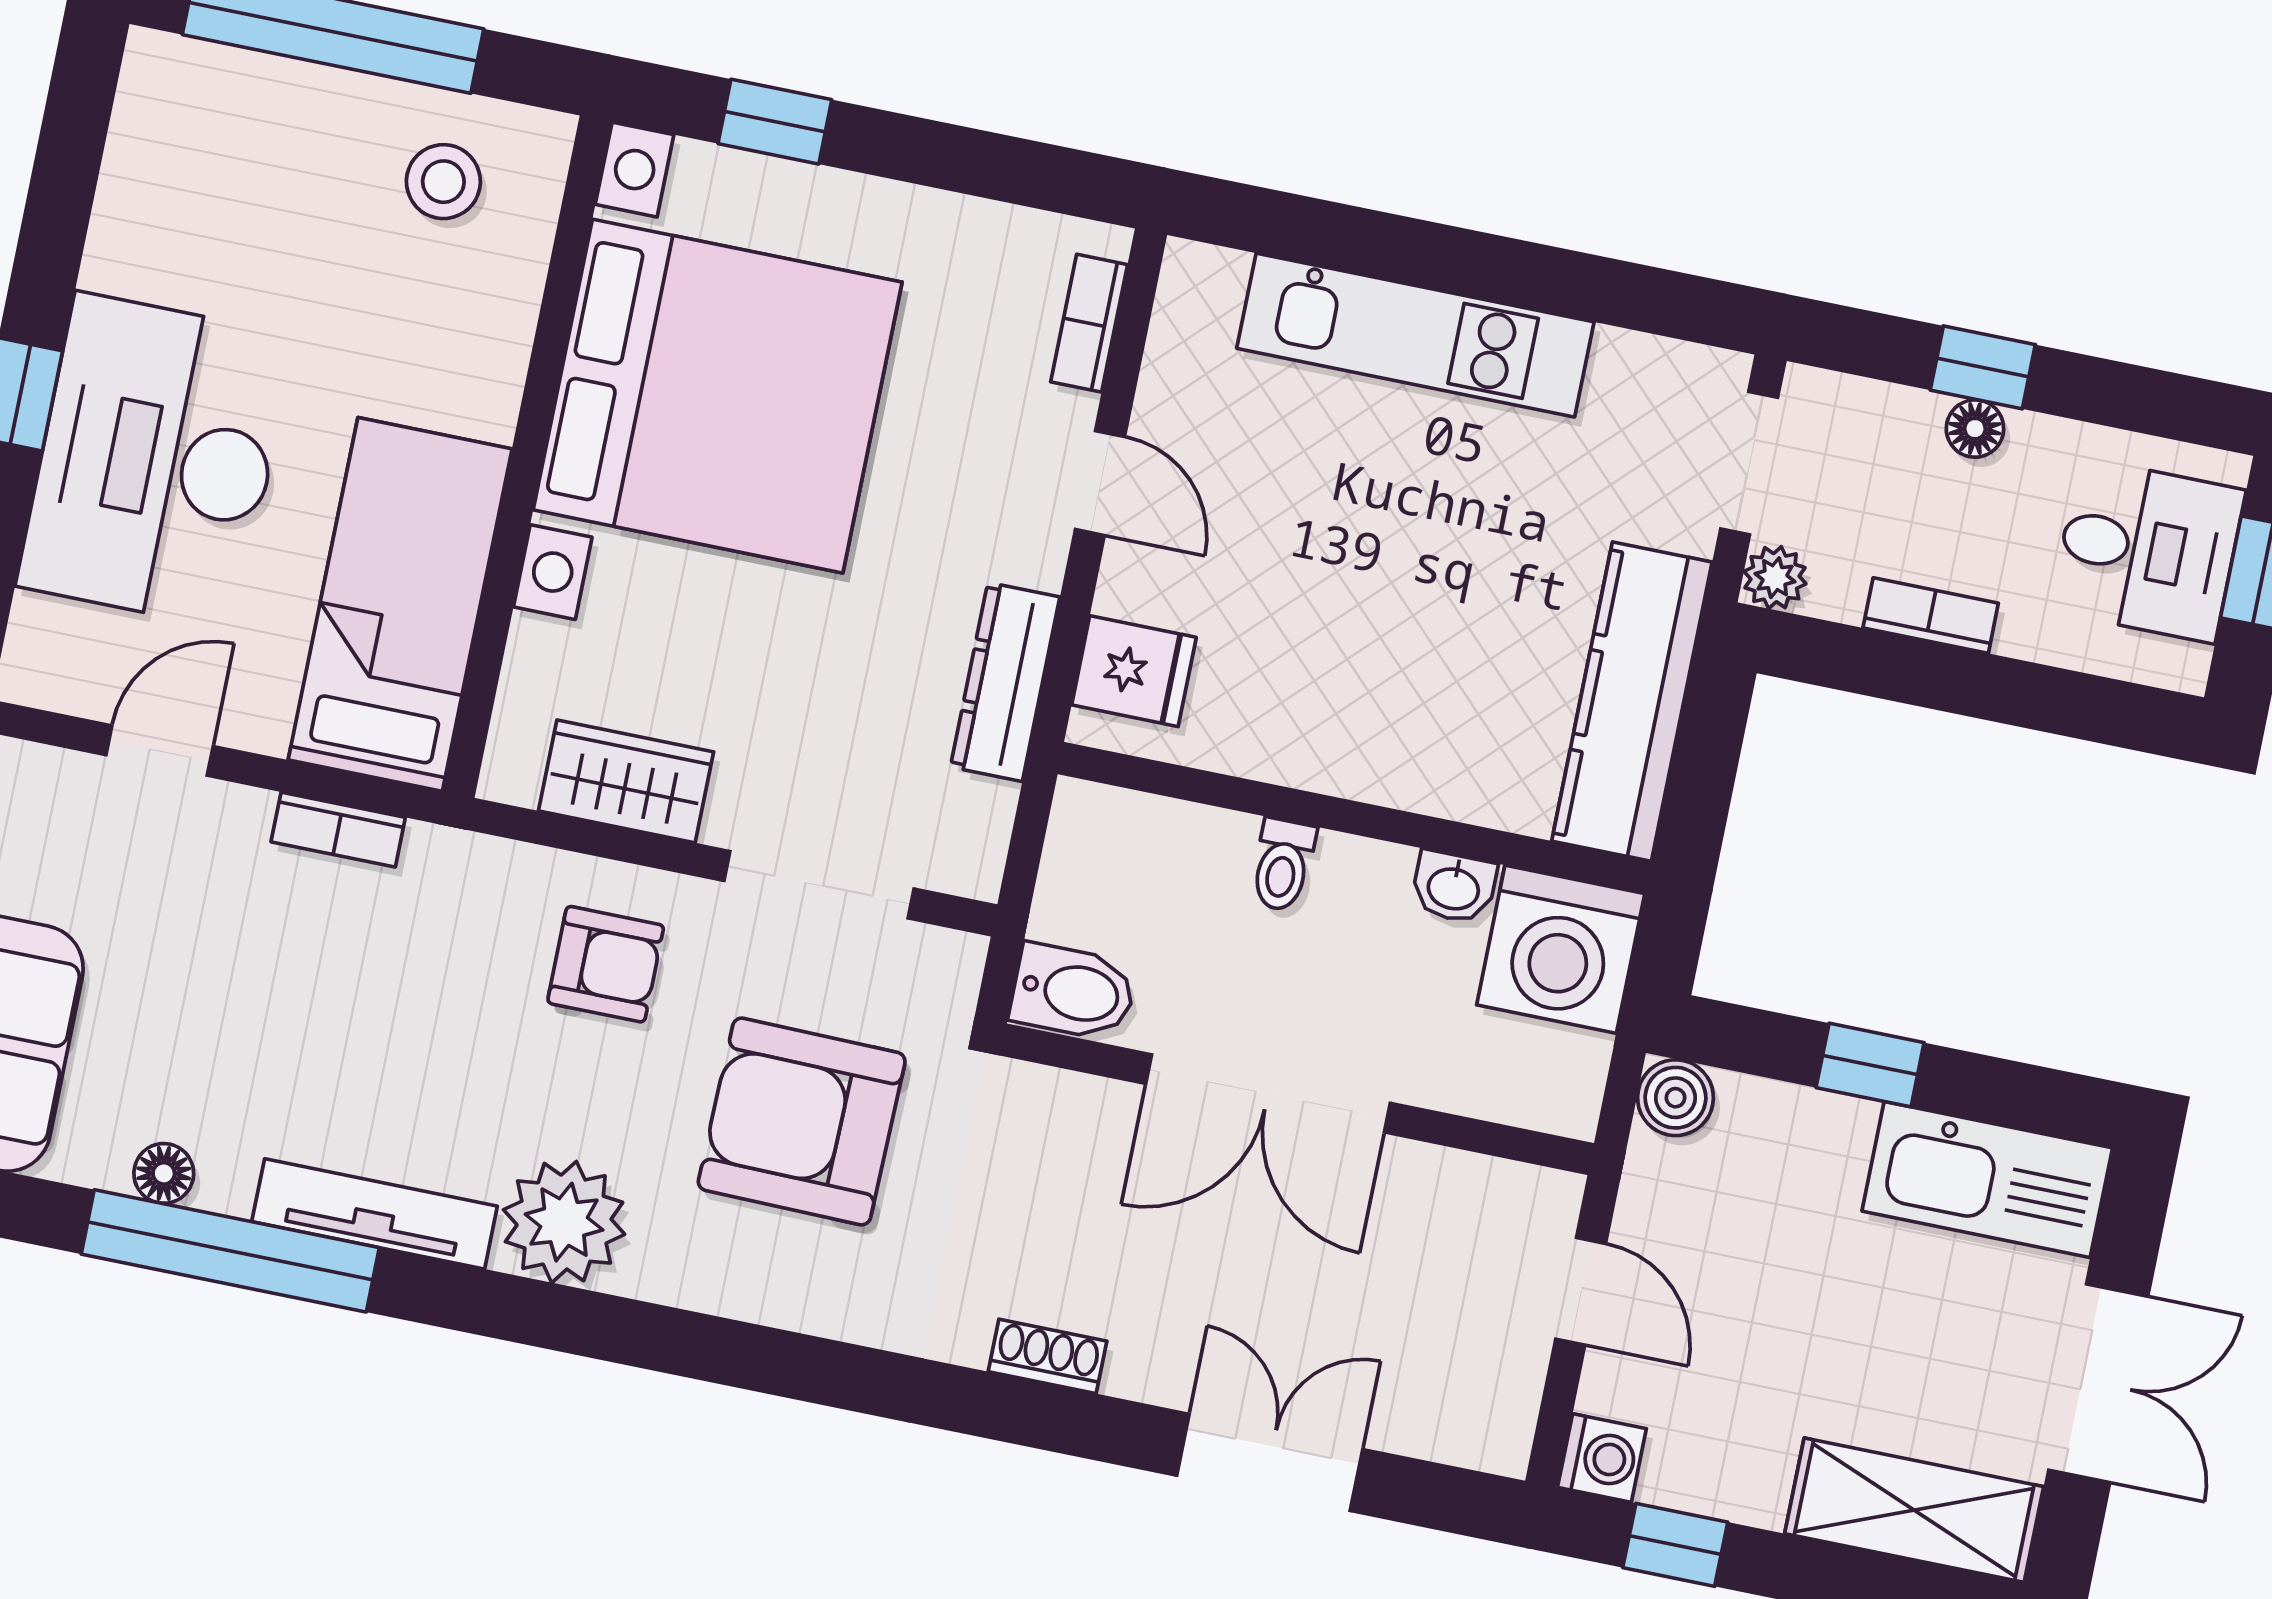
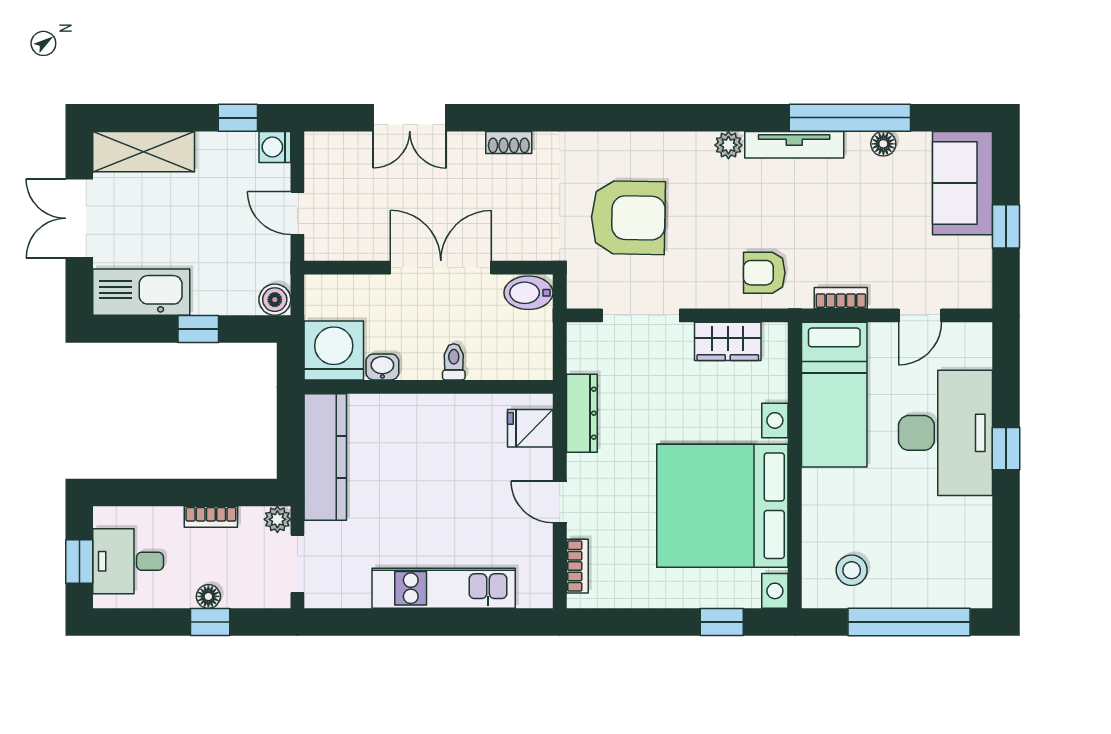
armchair: (606, 964) -> (764, 273), moved
plant: (564, 1222) -> (728, 145), width x0.53, depth x0.53

